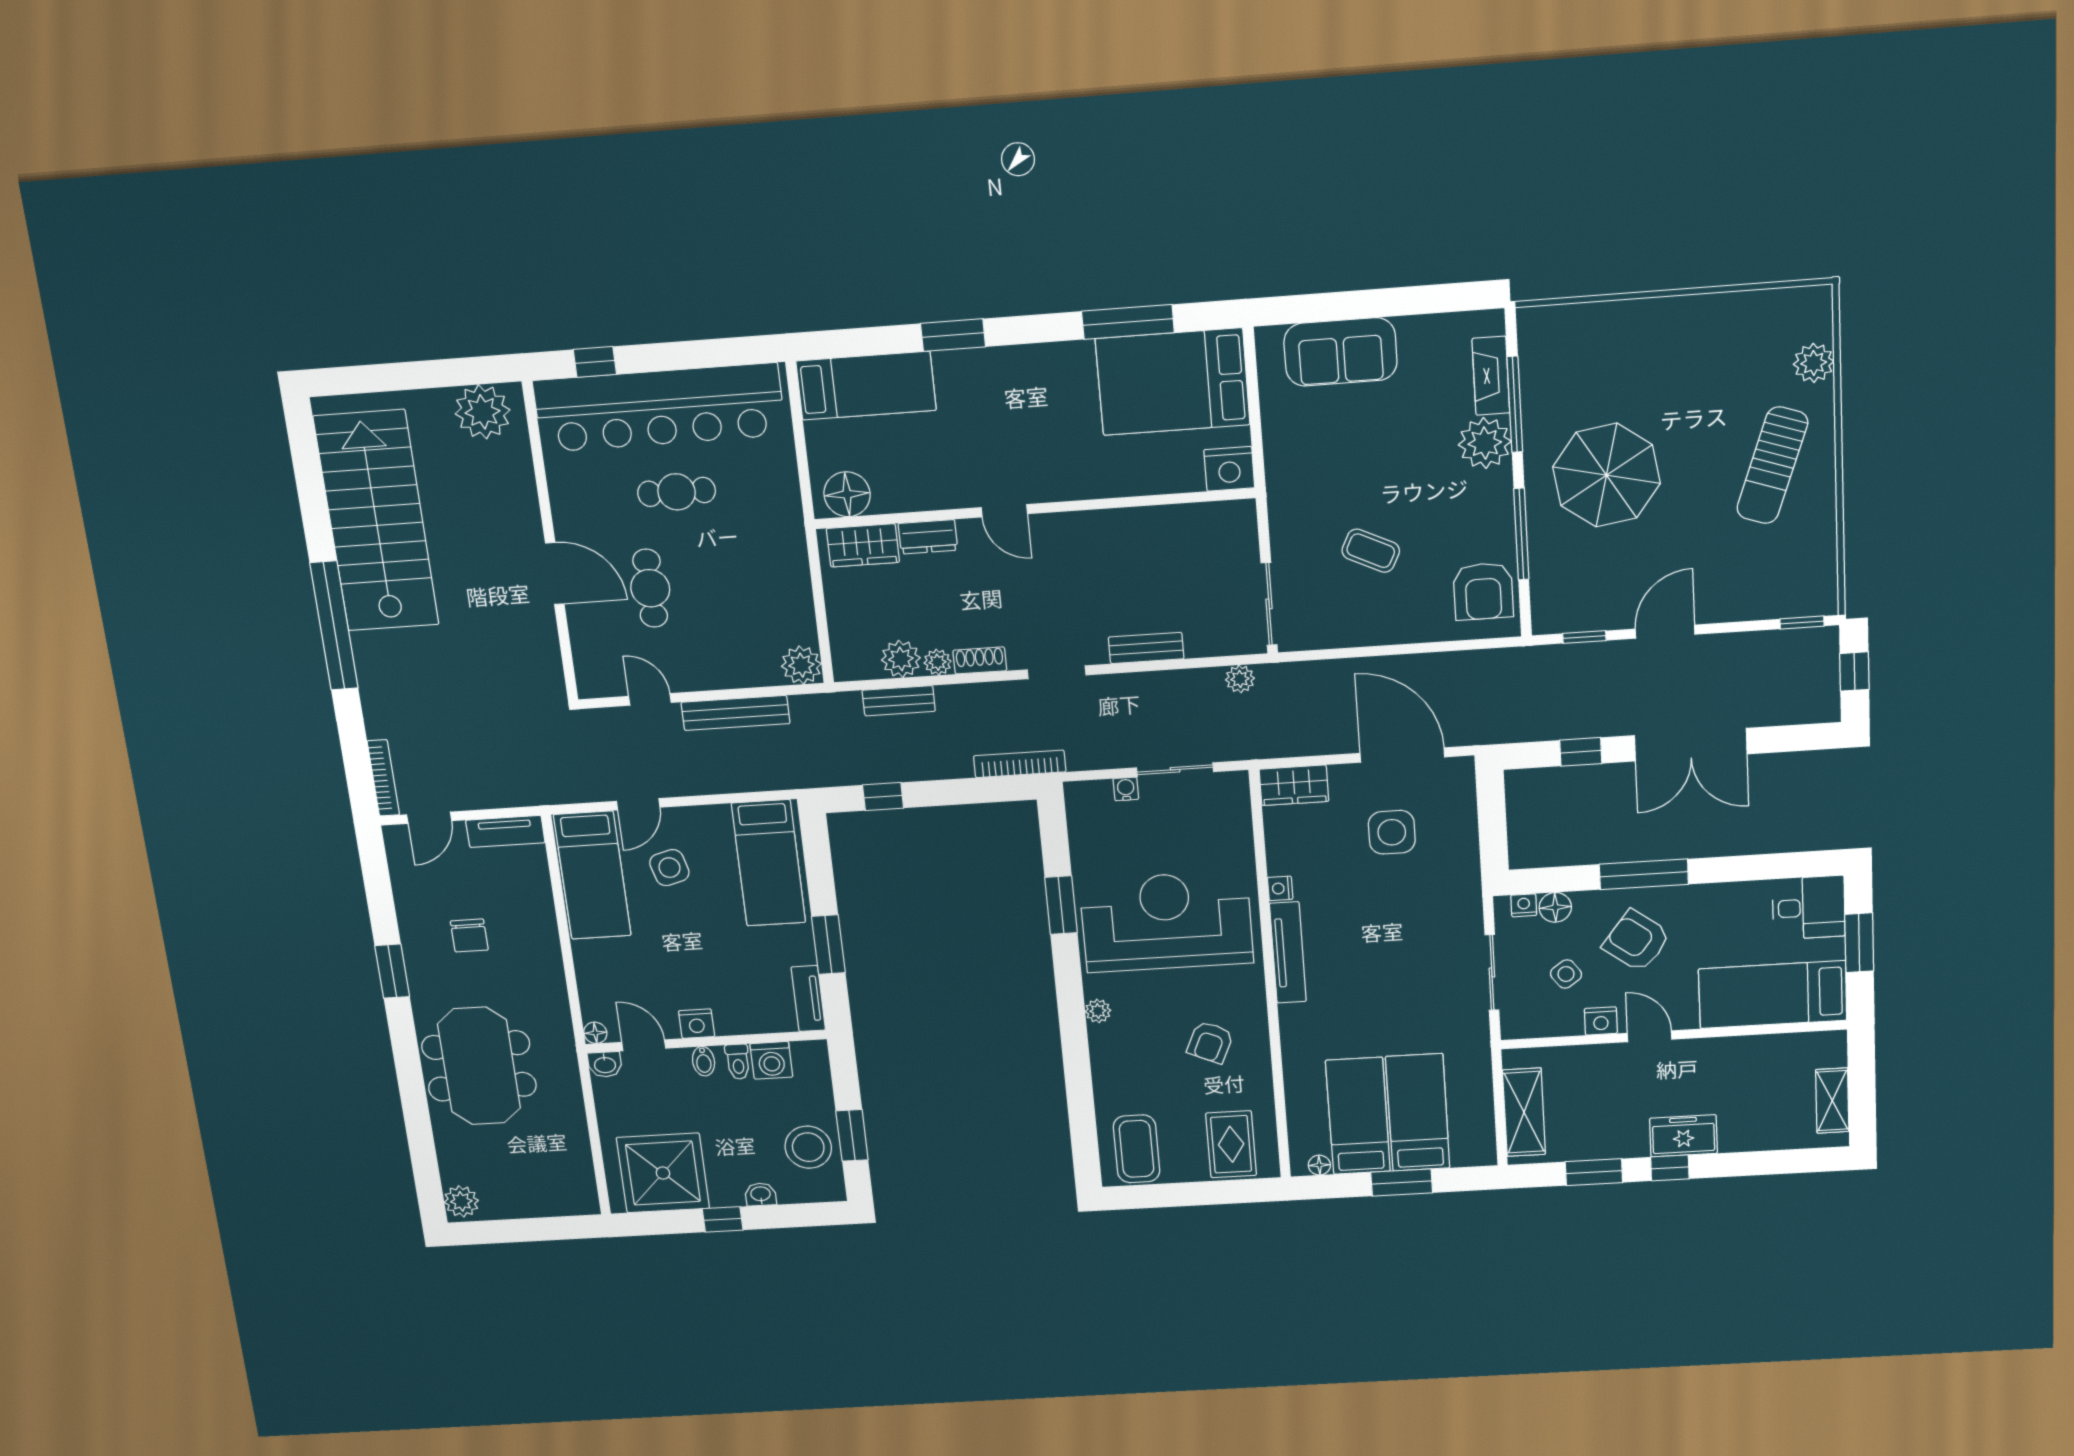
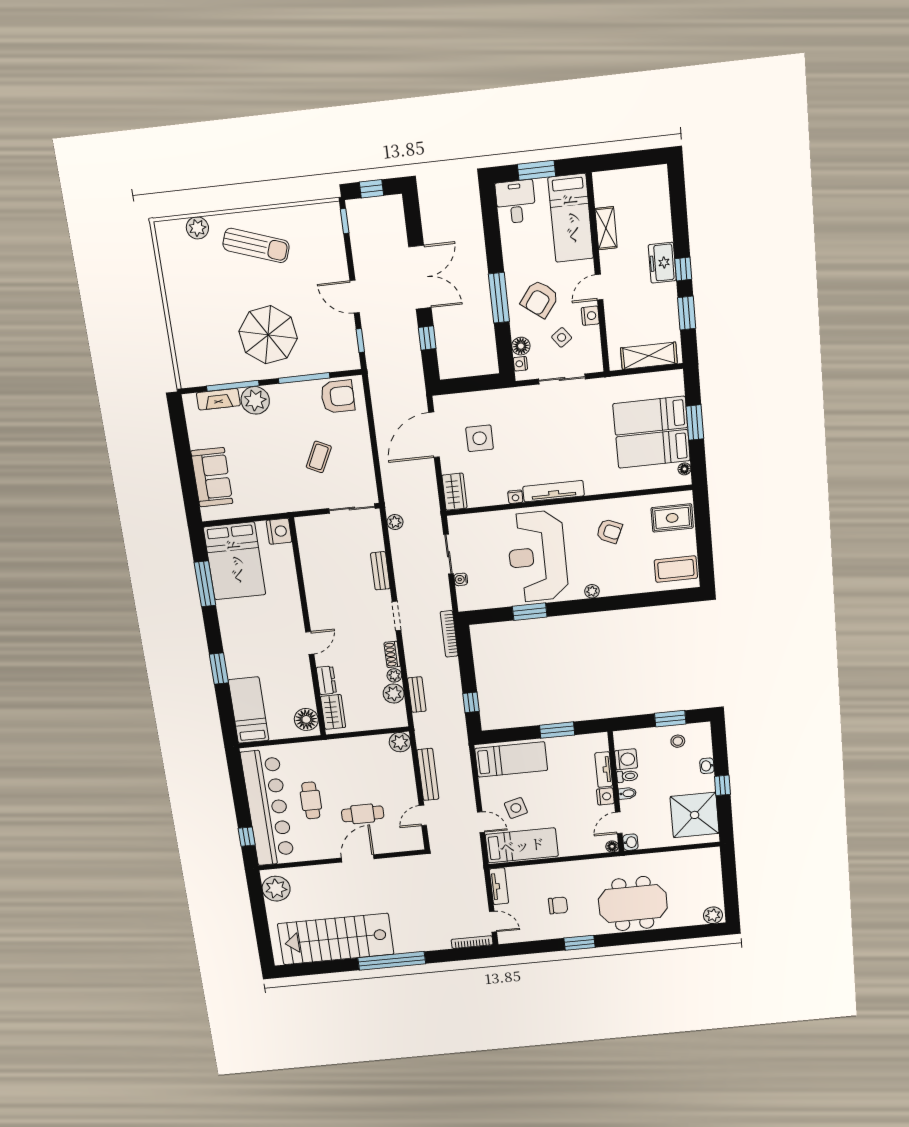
tv unit: (808, 999) -> (604, 770), moved, turned 90
shelving: (1832, 1101) -> (606, 228), moved, turned 90
stool: (808, 1147) -> (678, 741), width x0.53, depth x0.53

